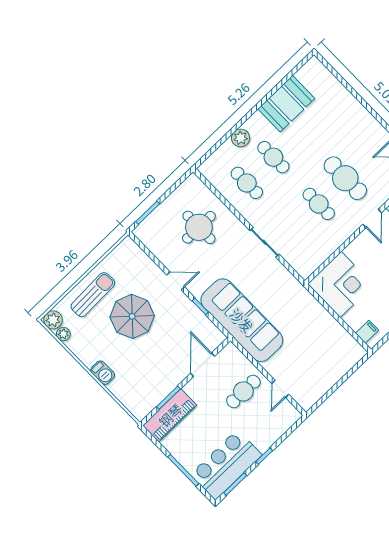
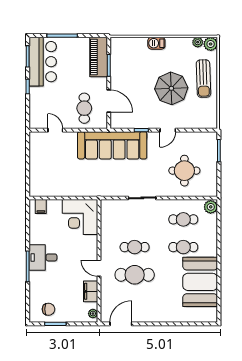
booth: (286, 104) -> (200, 282), width x1.36, depth x1.42
plant: (241, 138) -> (211, 207), moved
cafe table: (243, 391) -> (84, 108), moved

